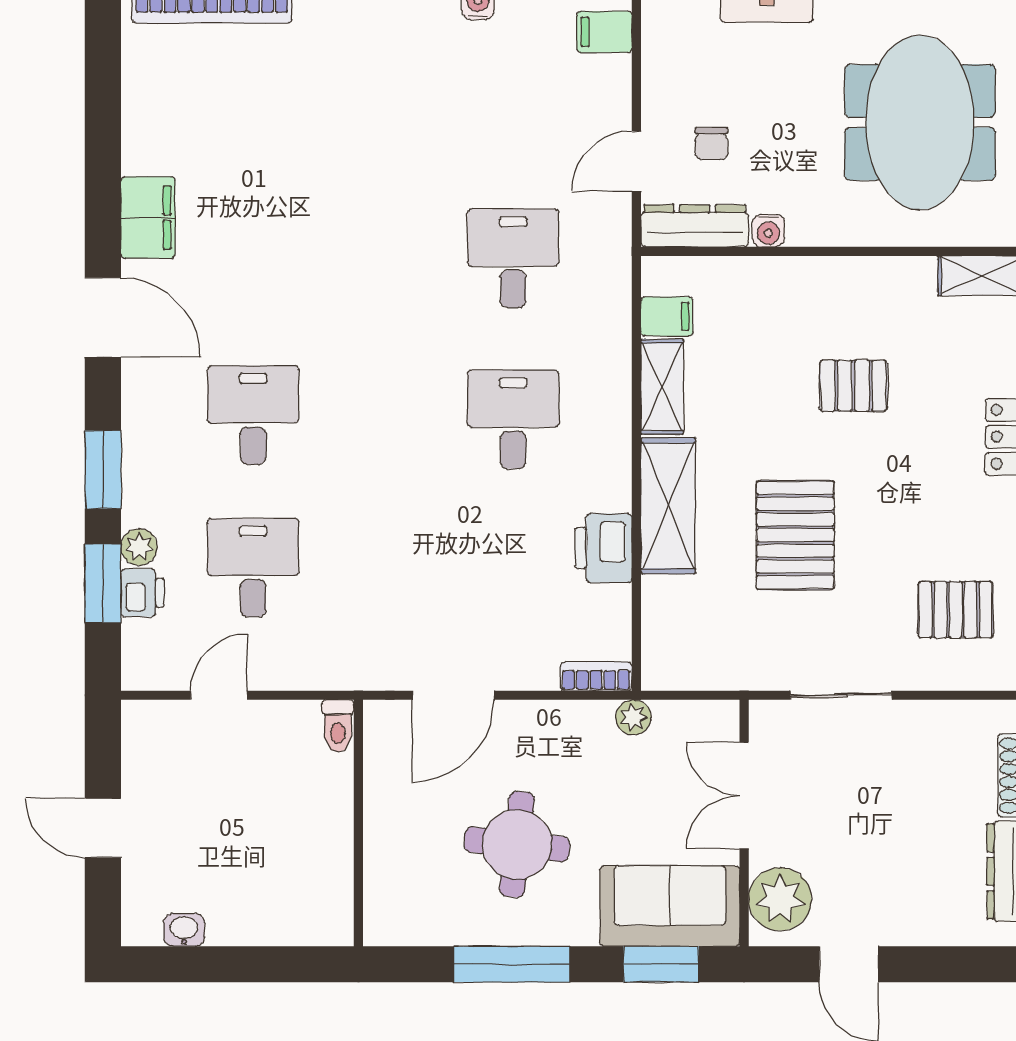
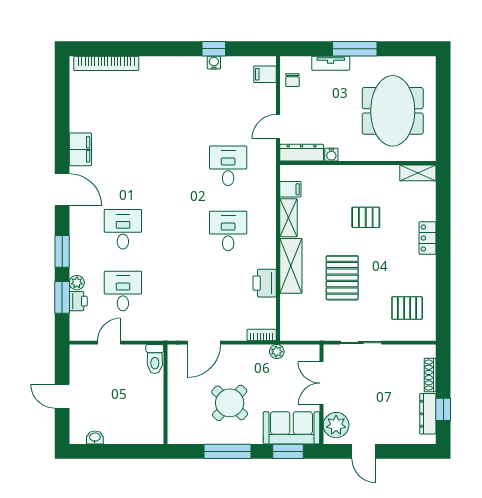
chair: (711, 144) -> (292, 80), moved
toilet: (338, 726) -> (155, 359), width x1.37, depth x1.39
round table: (517, 844) -> (230, 403), turned 37

